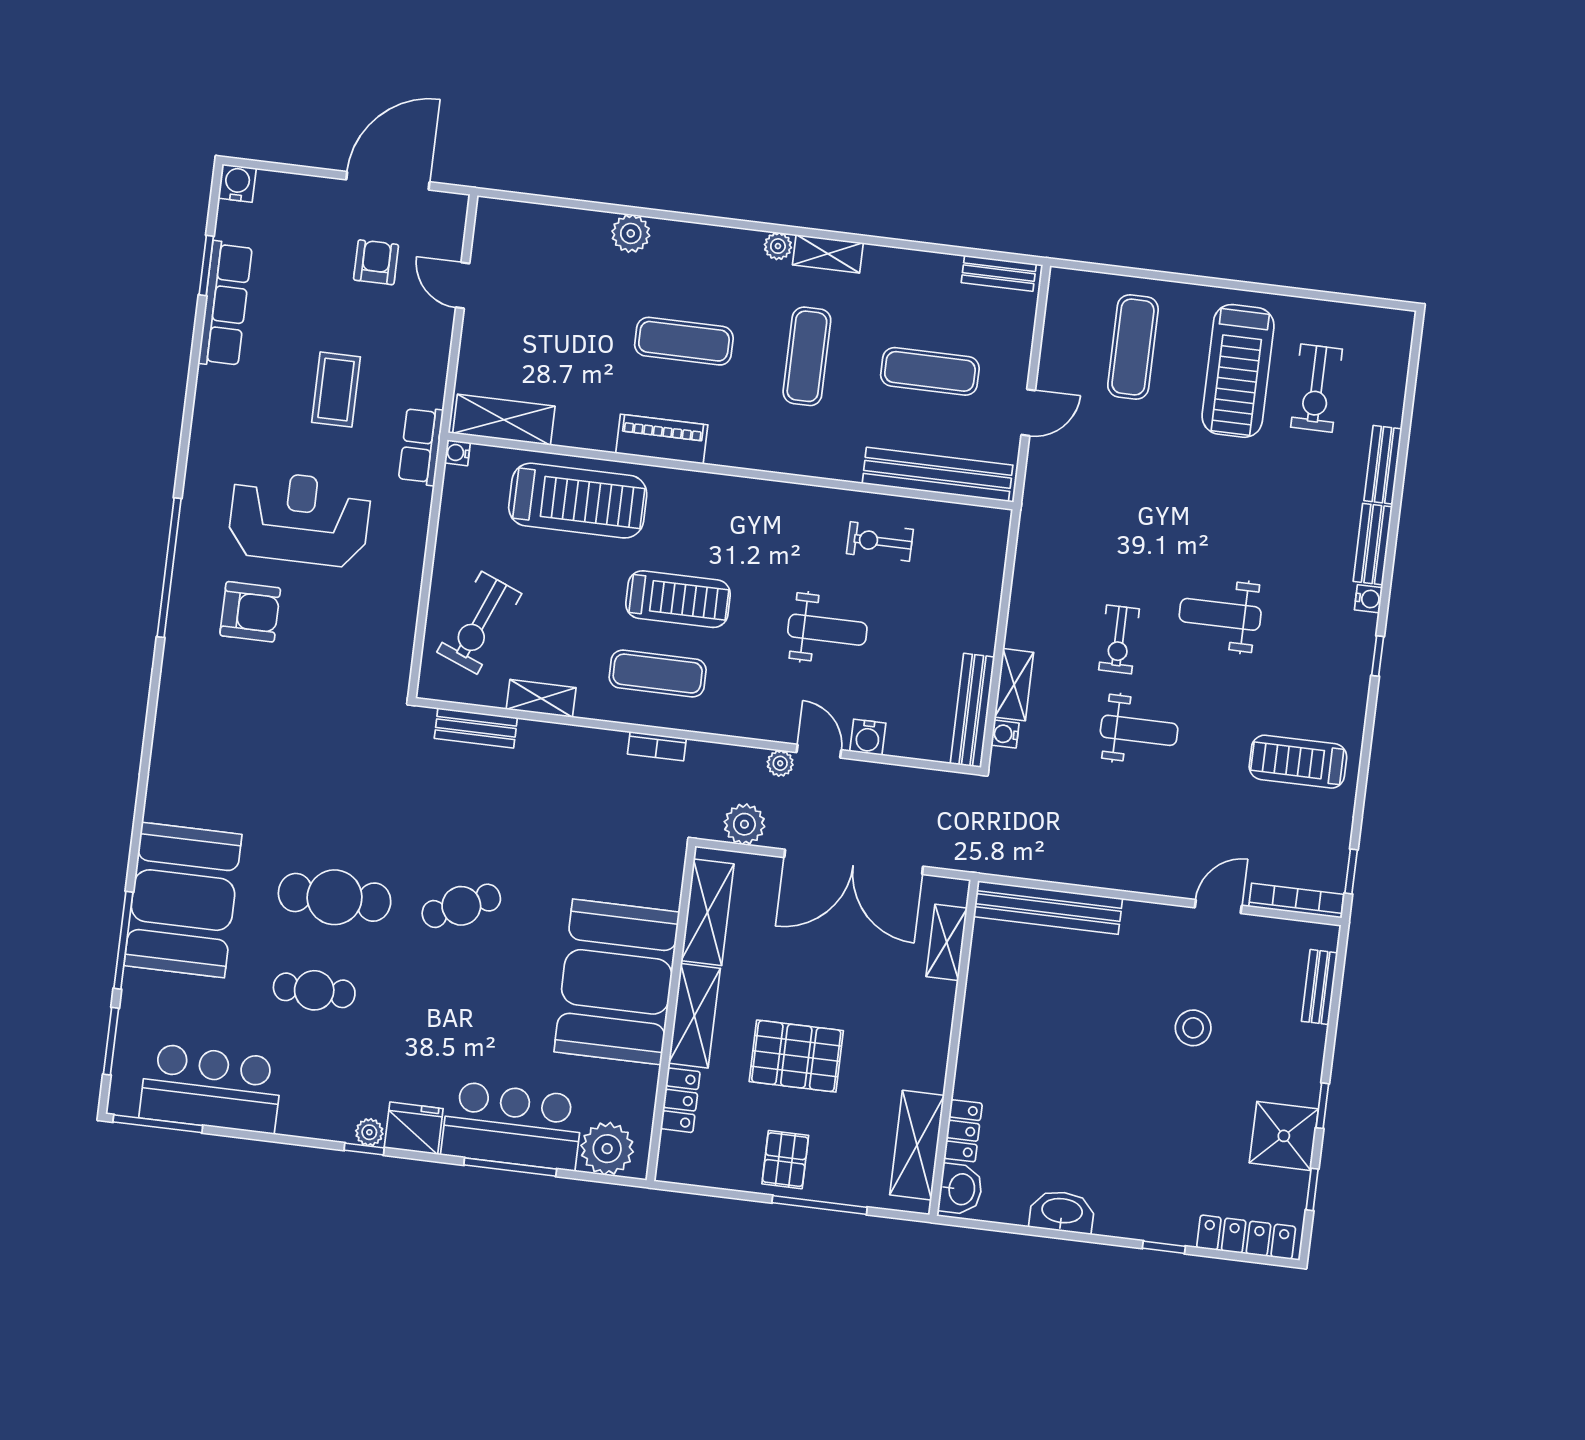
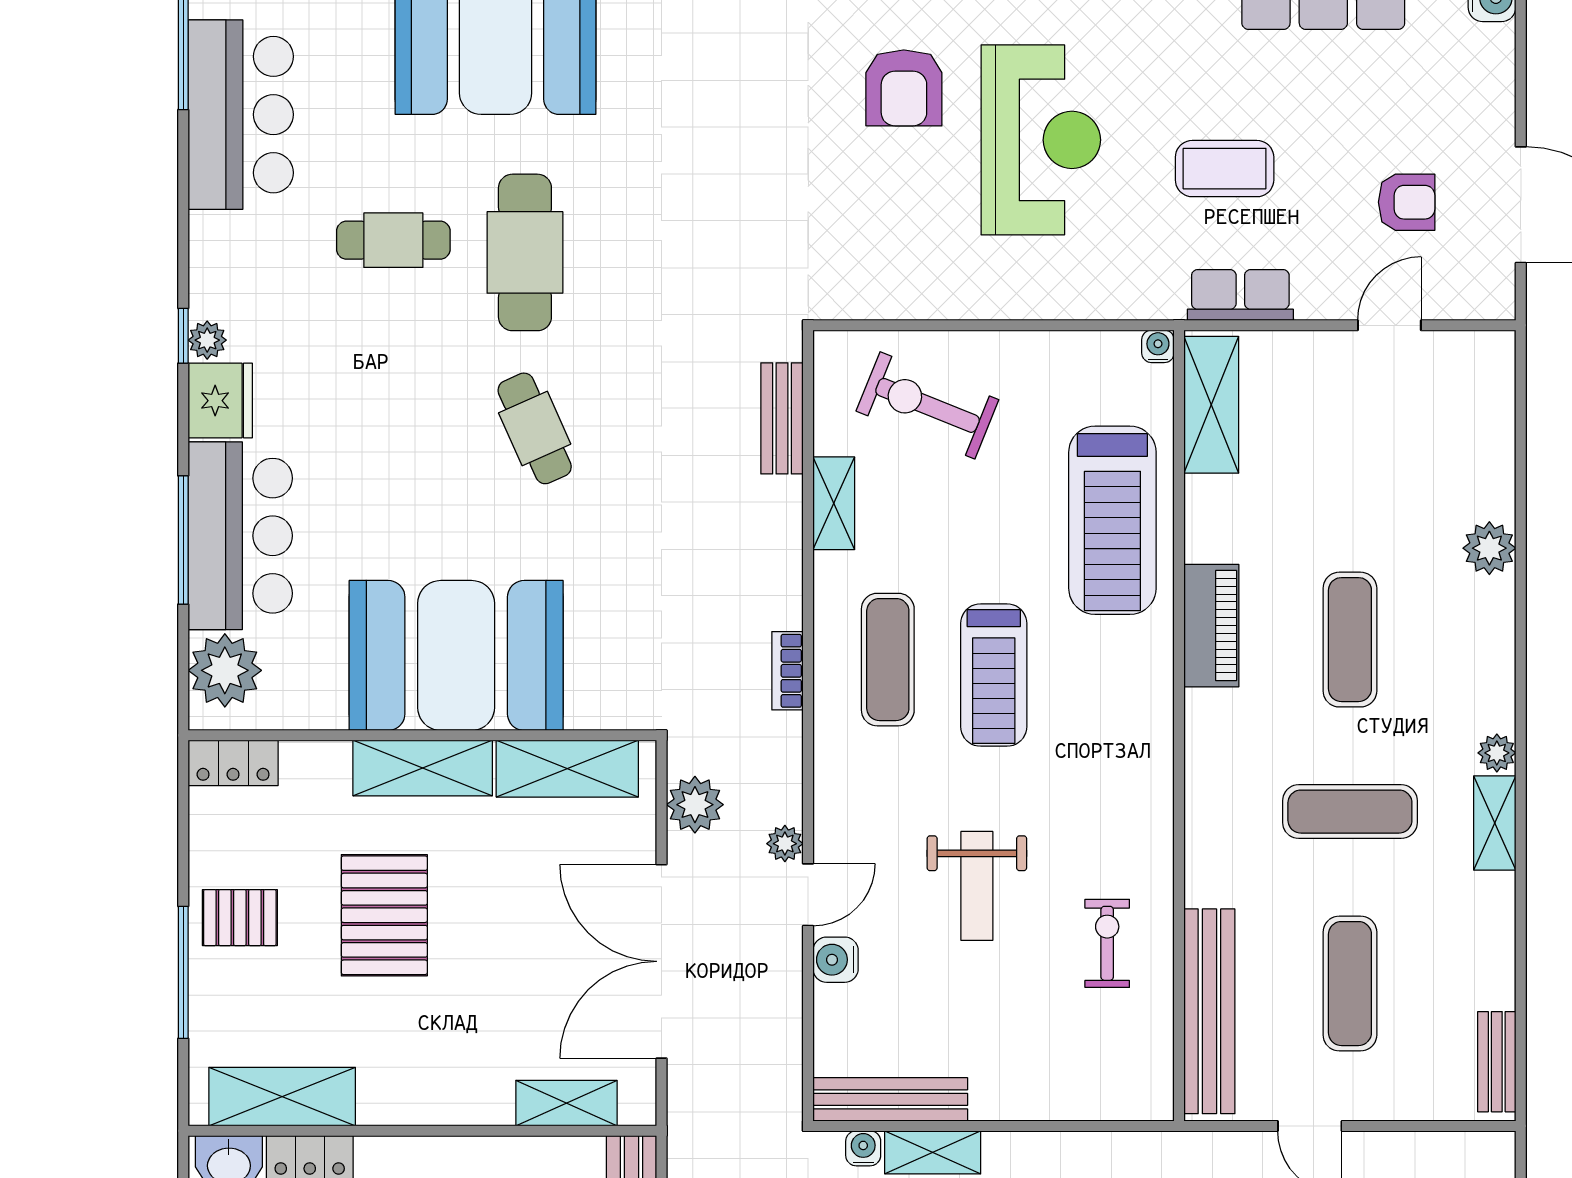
row of seats: (421, 446) -> (1240, 295), moved
cafe table: (314, 990) -> (393, 240), turned 90
locker: (680, 1100) -> (233, 763), moved

